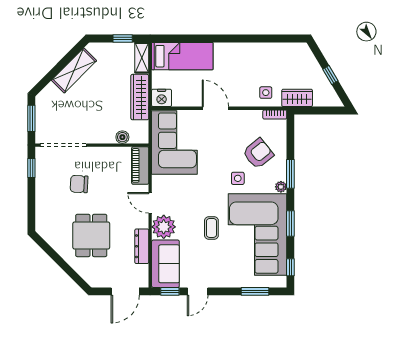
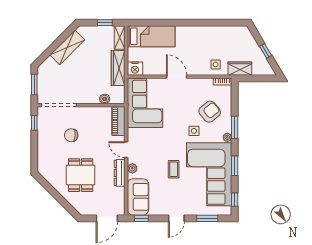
plant: (164, 227) -> (132, 168), width x0.53, depth x0.53
dresser: (142, 246) -> (120, 173), moved
door: (198, 291) -> (176, 218), moved

